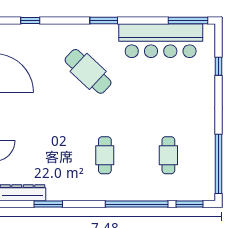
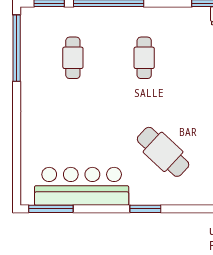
window: (219, 66) -> (17, 158), removed

